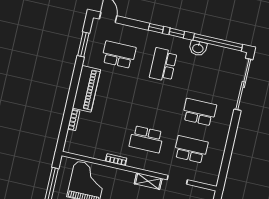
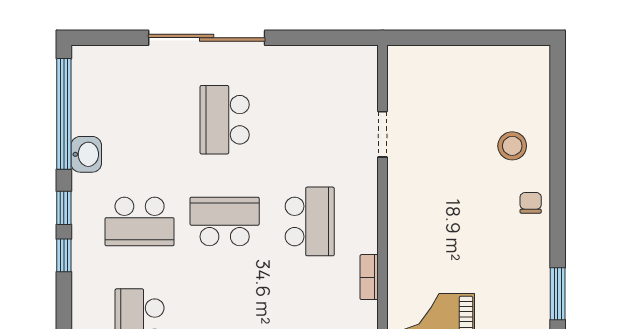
sliding door: (243, 84) -> (207, 38), moved
school desk: (191, 149) -> (225, 221), moved, turned 90
shelving: (148, 181) -> (400, 197), removed

